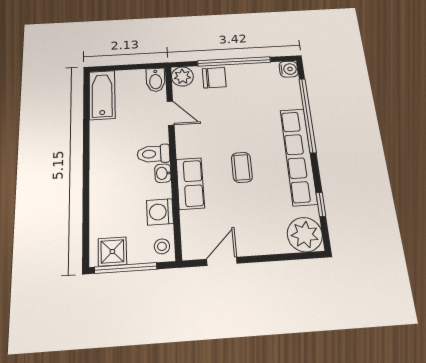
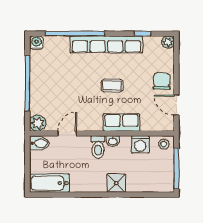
chair: (214, 78) -> (162, 81), moved
plant: (305, 235) -> (168, 42), width x0.53, depth x0.53
shower: (112, 252) -> (116, 183), moved

